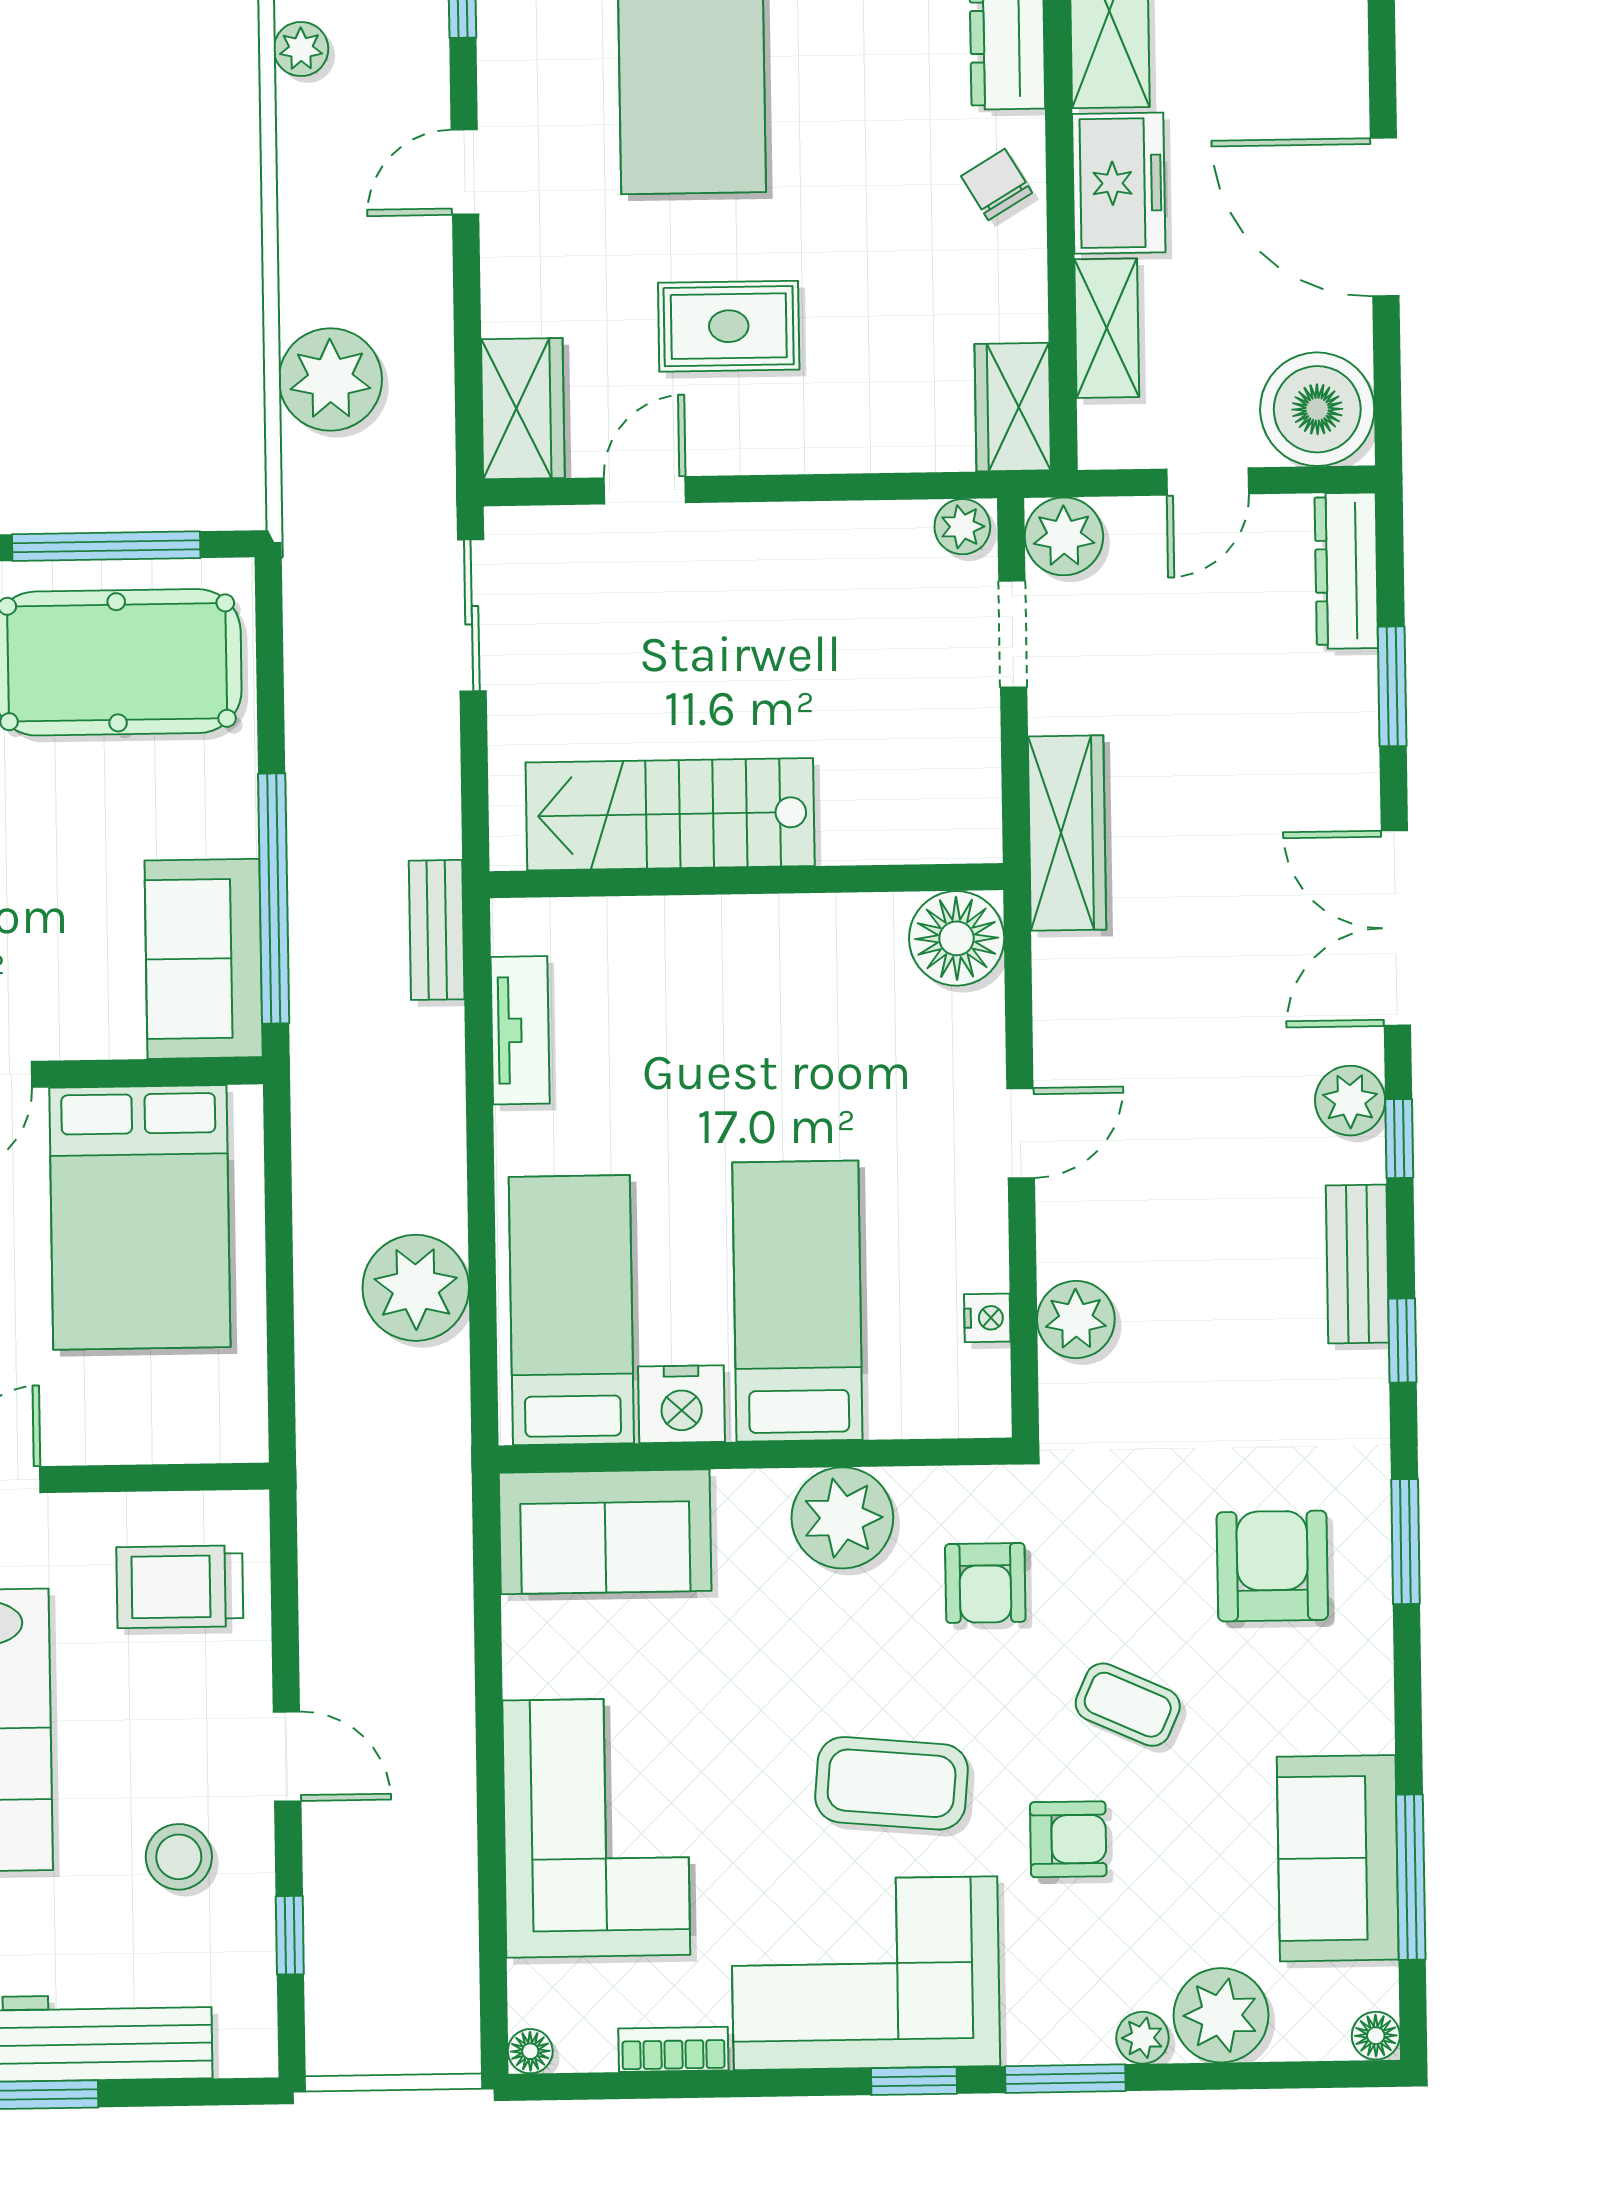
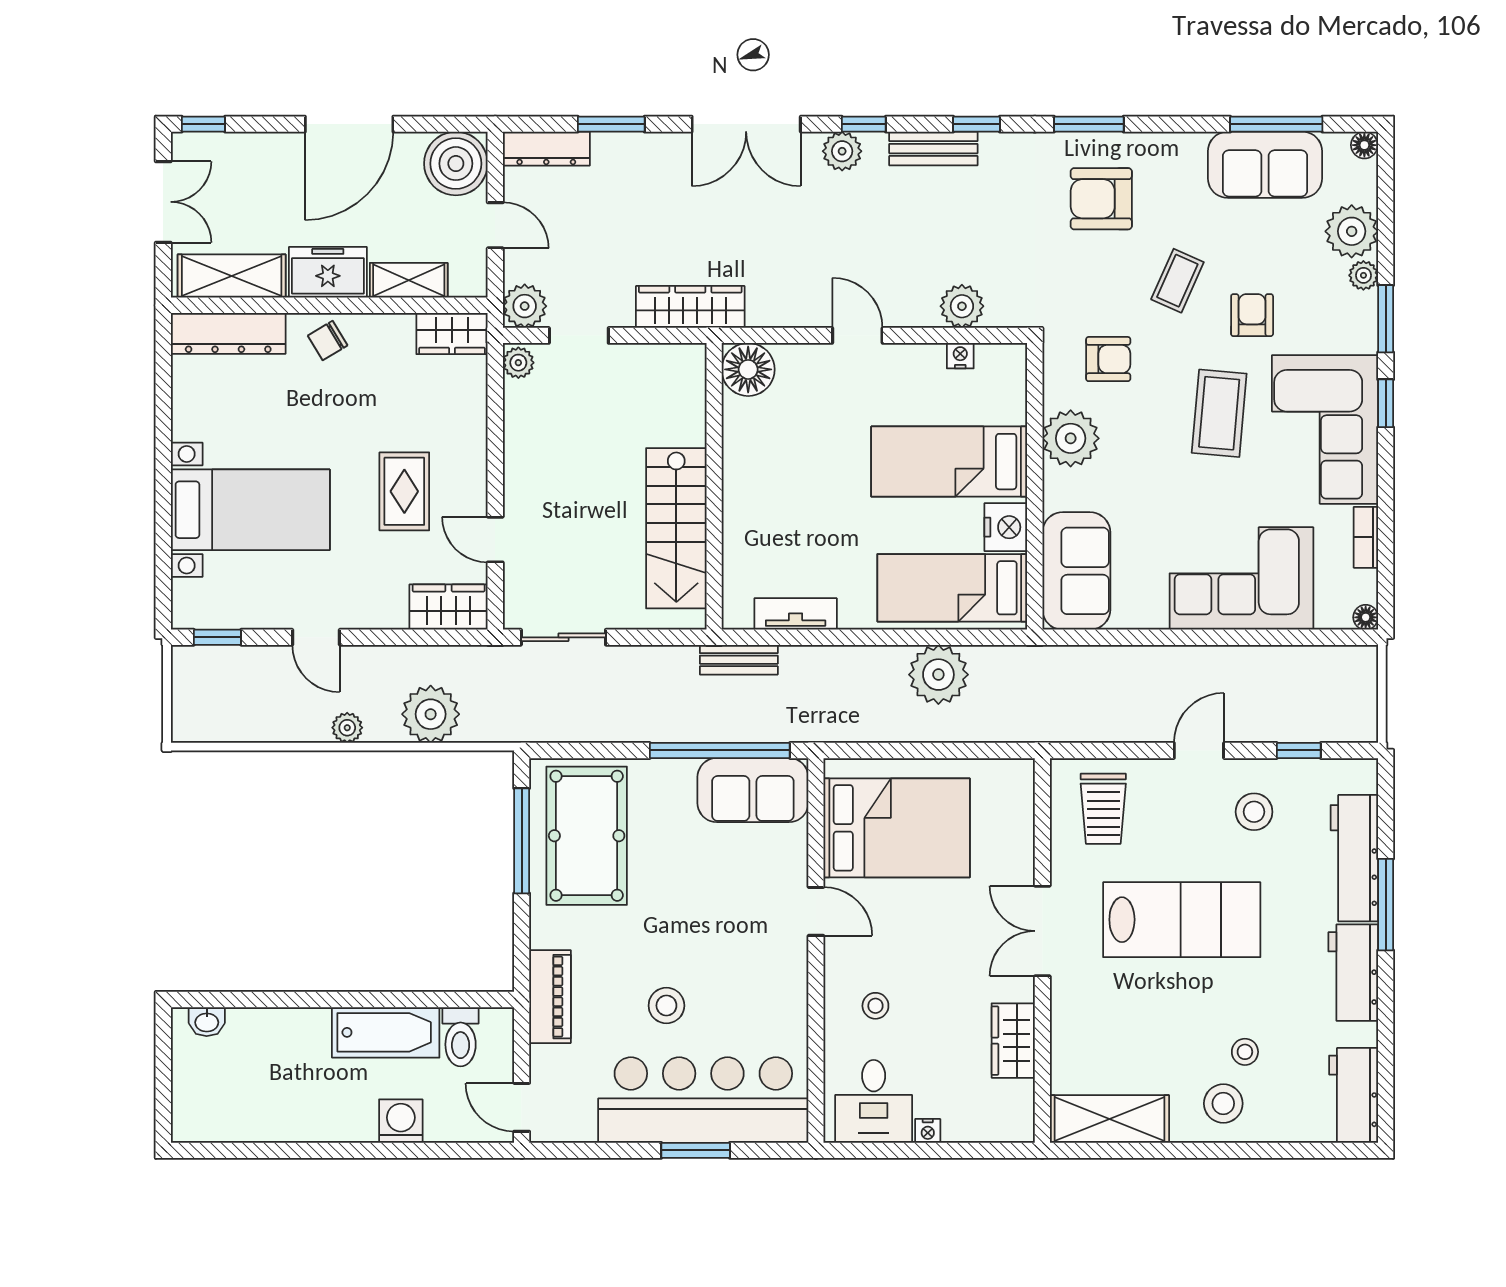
plant: (301, 49) -> (347, 728), moved

